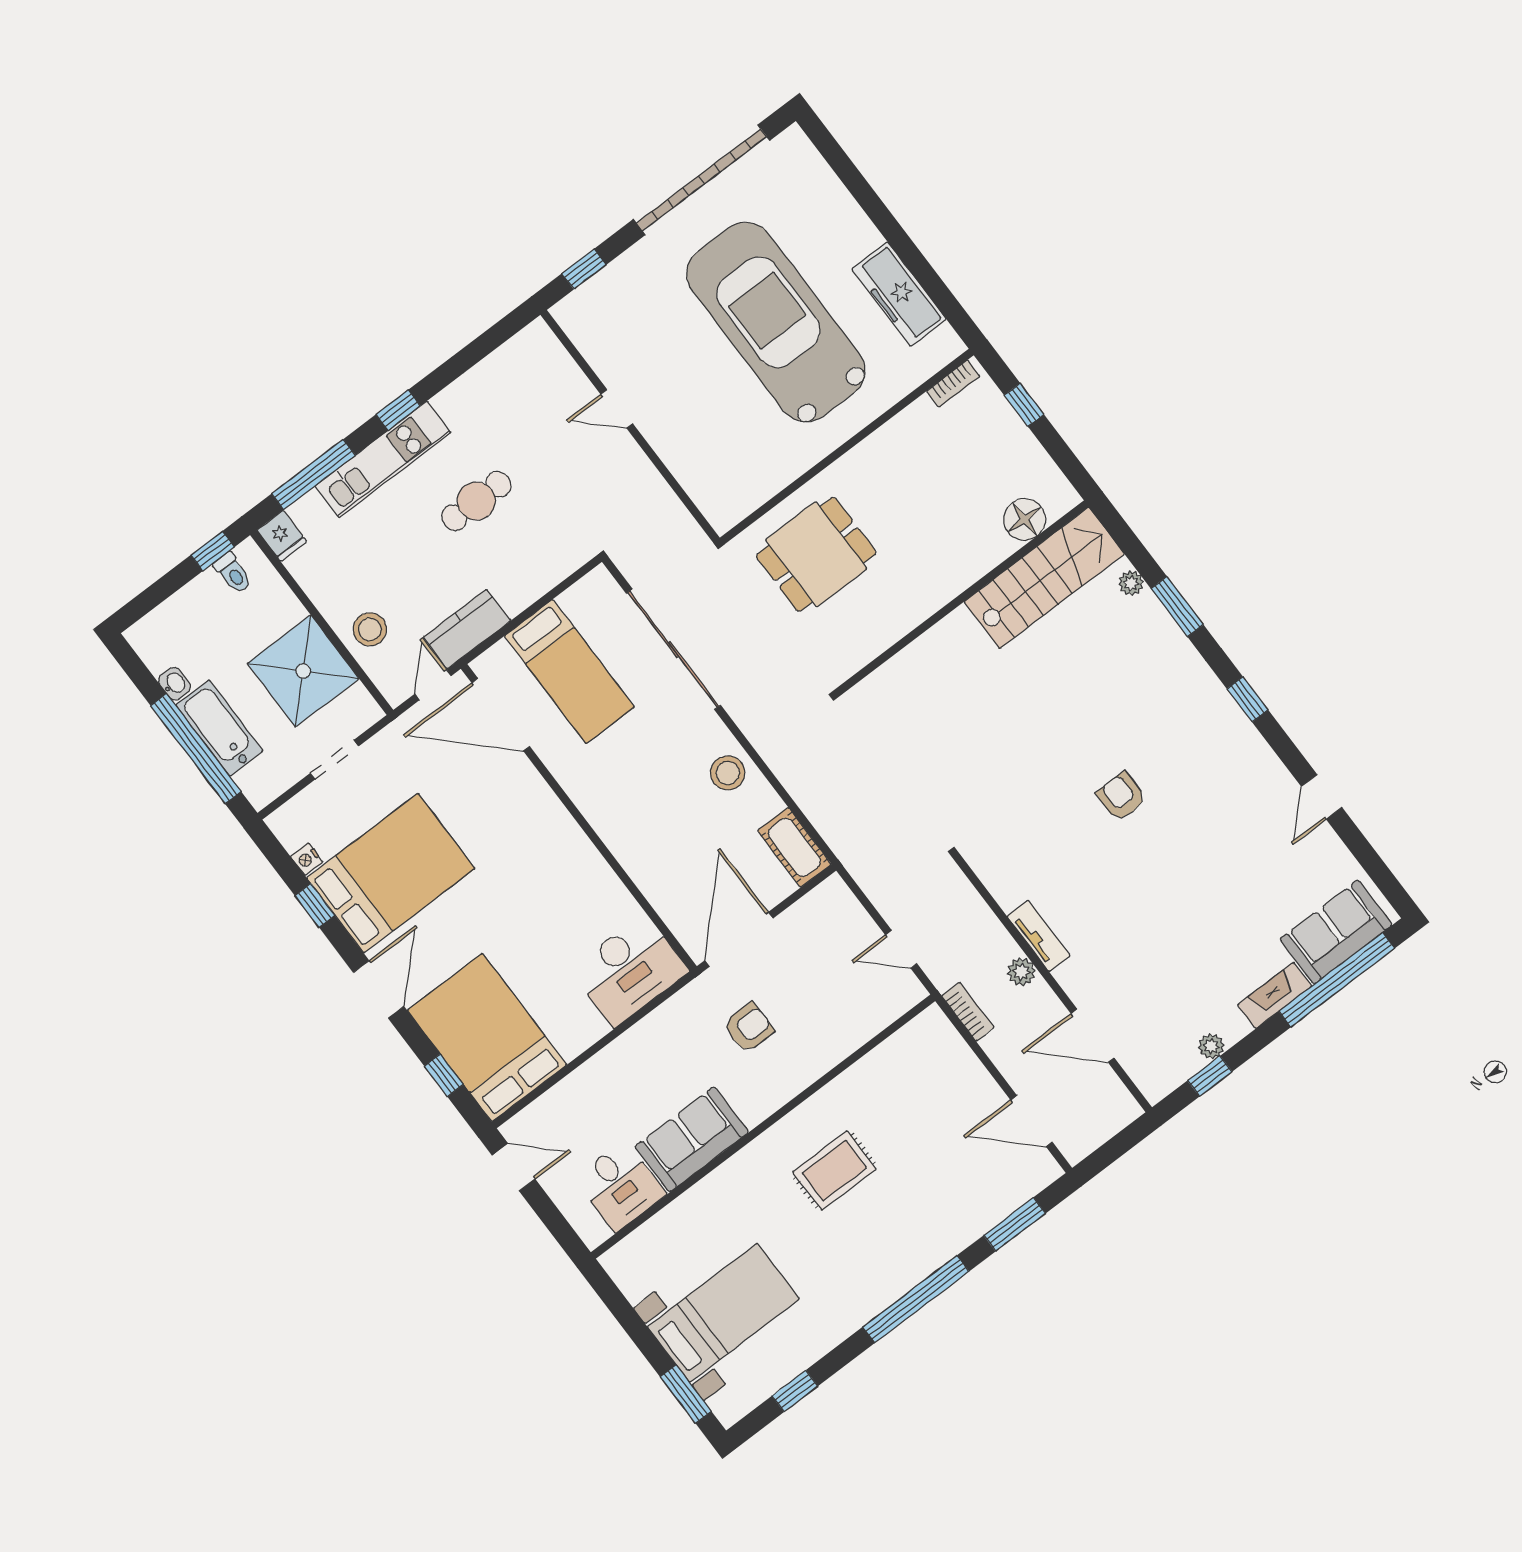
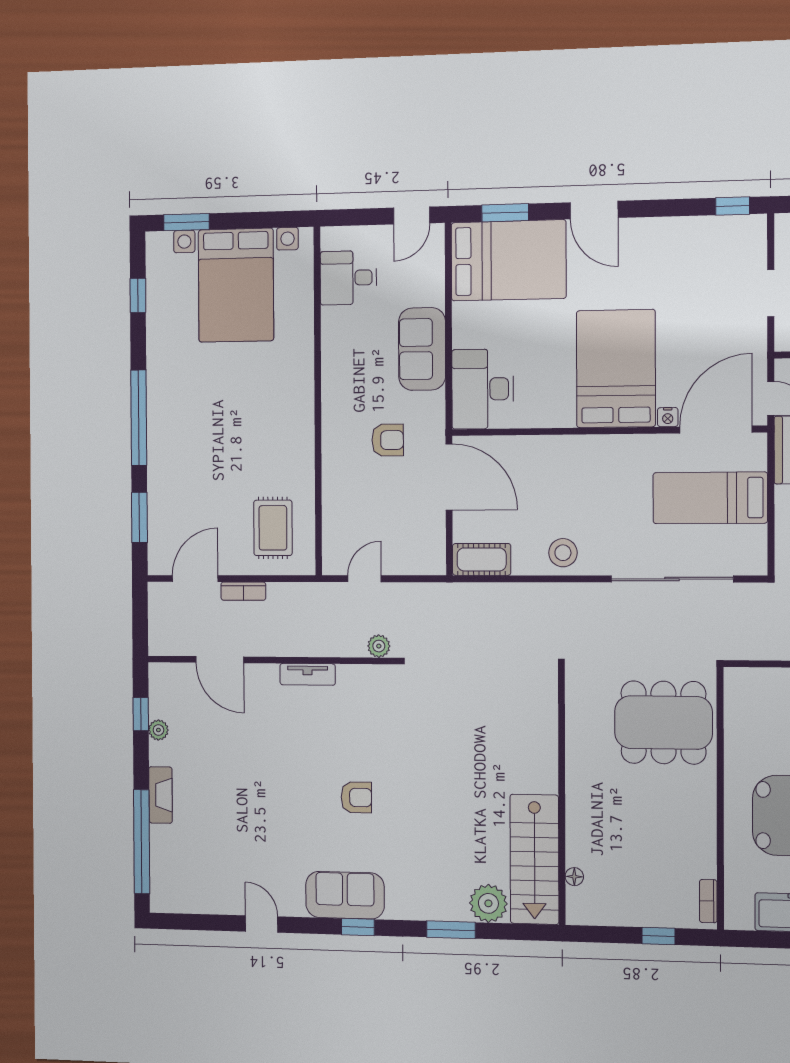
floor lamp: (1025, 519) -> (574, 877), width x0.53, depth x0.53
dining table: (816, 554) -> (663, 722), width x1.38
plant: (1131, 583) -> (488, 903), width x1.88, depth x1.88
nightstand: (307, 859) -> (668, 417), moved, turned 180
bed: (391, 873) -> (616, 369), moved, turned 180
window: (315, 905) -> (733, 206), moved
sofa: (1336, 932) -> (345, 895), moved, turned -90
plant: (1021, 972) -> (379, 646), moved
bookcase: (968, 1012) -> (243, 591), moved
armchair: (749, 1028) -> (388, 440), turned -90
door: (1093, 1036) -> (220, 660), swing flipped
window: (444, 1075) -> (505, 213), width x1.50
sofa: (692, 1139) -> (422, 349), moved, turned 180
rug: (834, 1170) -> (273, 528), moved
bed with nightstands: (723, 1313) -> (236, 285), width x1.36

